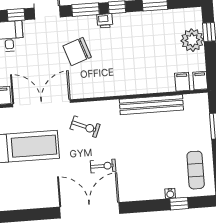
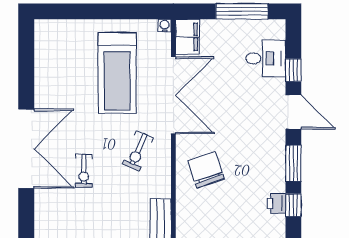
printer: (105, 21) -> (276, 203), moved
chair: (77, 51) -> (206, 170), moved

